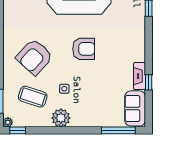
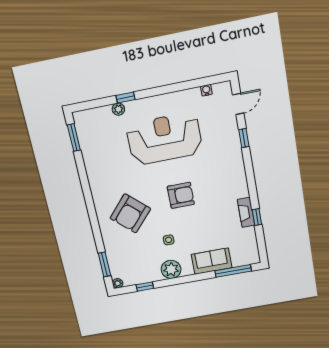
coffee table: (33, 97) -> (137, 254), removed
sofa: (135, 108) -> (212, 261), moved, turned 90
window: (18, 130) -> (145, 287), moved

